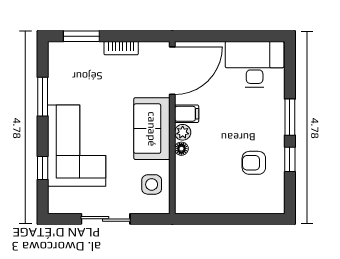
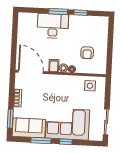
desk: (255, 64) -> (53, 26), moved, turned 90
sofa: (152, 129) -> (29, 128), moved, turned 180
armchair: (254, 163) -> (87, 53), moved
window: (43, 168) -> (66, 142), moved
sliding door: (106, 219) -> (106, 122), moved

